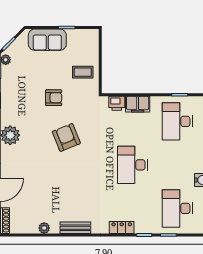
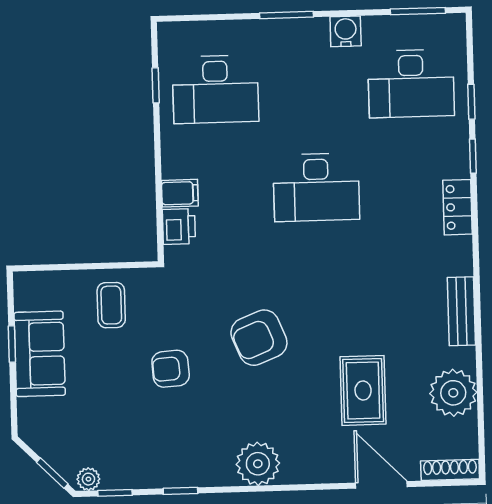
sofa: (47, 40) -> (40, 354), moved
armchair: (54, 98) -> (171, 369), turned -94
filing cabinet: (138, 104) -> (180, 193), width x0.50
rug: (41, 183) -> (363, 390), added
plant: (44, 228) -> (453, 393), width x1.88, depth x1.88

